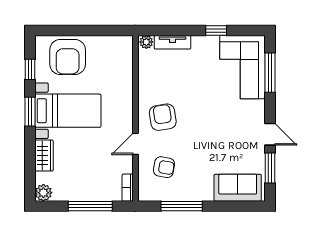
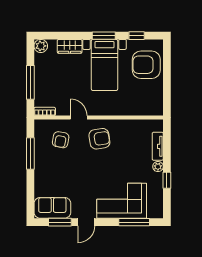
plant: (146, 42) -> (158, 167), moved
corner sofa: (243, 67) -> (122, 201), moved
sofa: (238, 188) -> (52, 208), moved, turned -90

